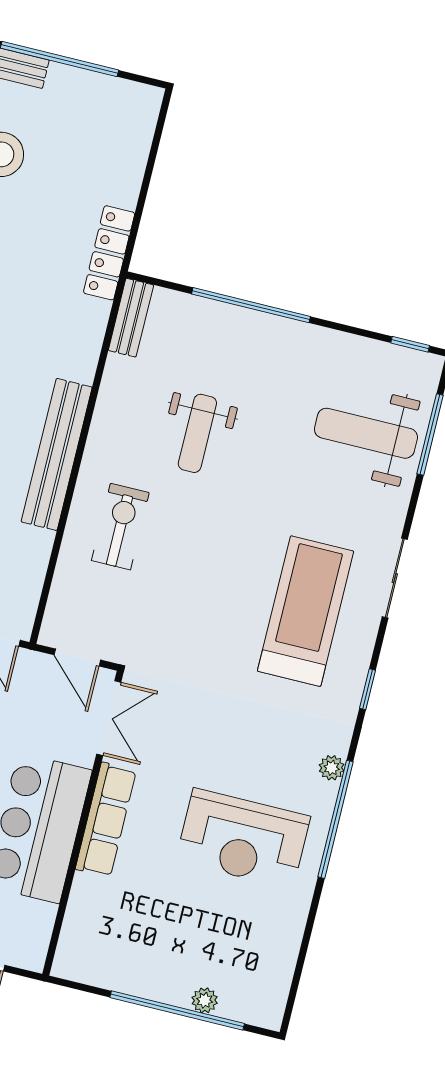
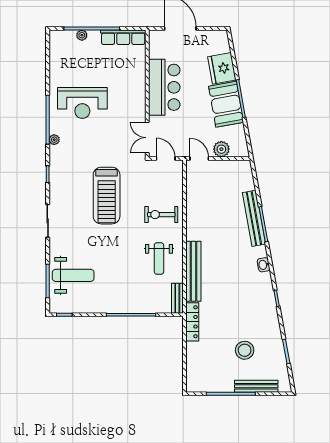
weight bench: (197, 433) -> (159, 258), moved, turned 180
bench: (57, 454) -> (193, 271), moved
exercise bike: (120, 527) -> (161, 215), turned 90
treadmill: (306, 611) -> (107, 196), moved
row of seats: (106, 820) -> (123, 37), moved, turned -90
reception desk: (243, 839) -> (82, 103), turned 180

